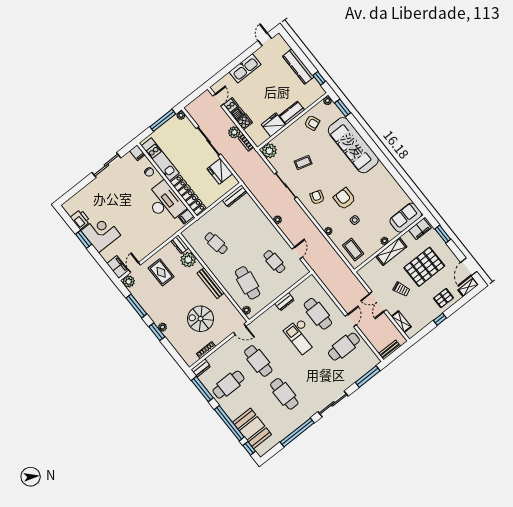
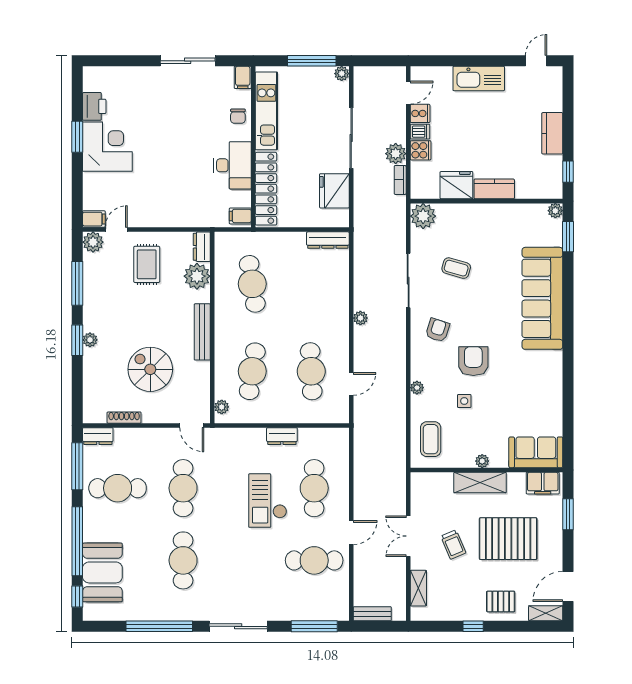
kitchen counter: (298, 67) -> (552, 133), width x0.67
armchair: (312, 123) -> (511, 224), removed
desk: (165, 202) -> (232, 165), width x0.73, depth x0.77
cafe table: (216, 243) -> (252, 284), width x1.37, depth x1.35
cafe table: (274, 262) -> (311, 371), width x1.37, depth x1.35
filing cabinet: (118, 267) -> (94, 219), width x0.50

